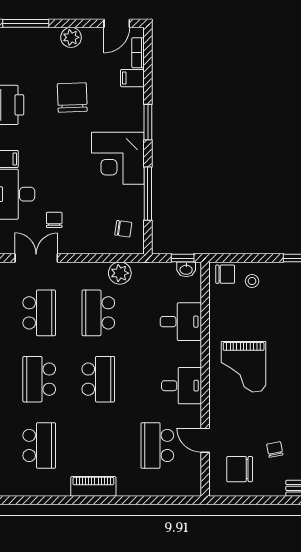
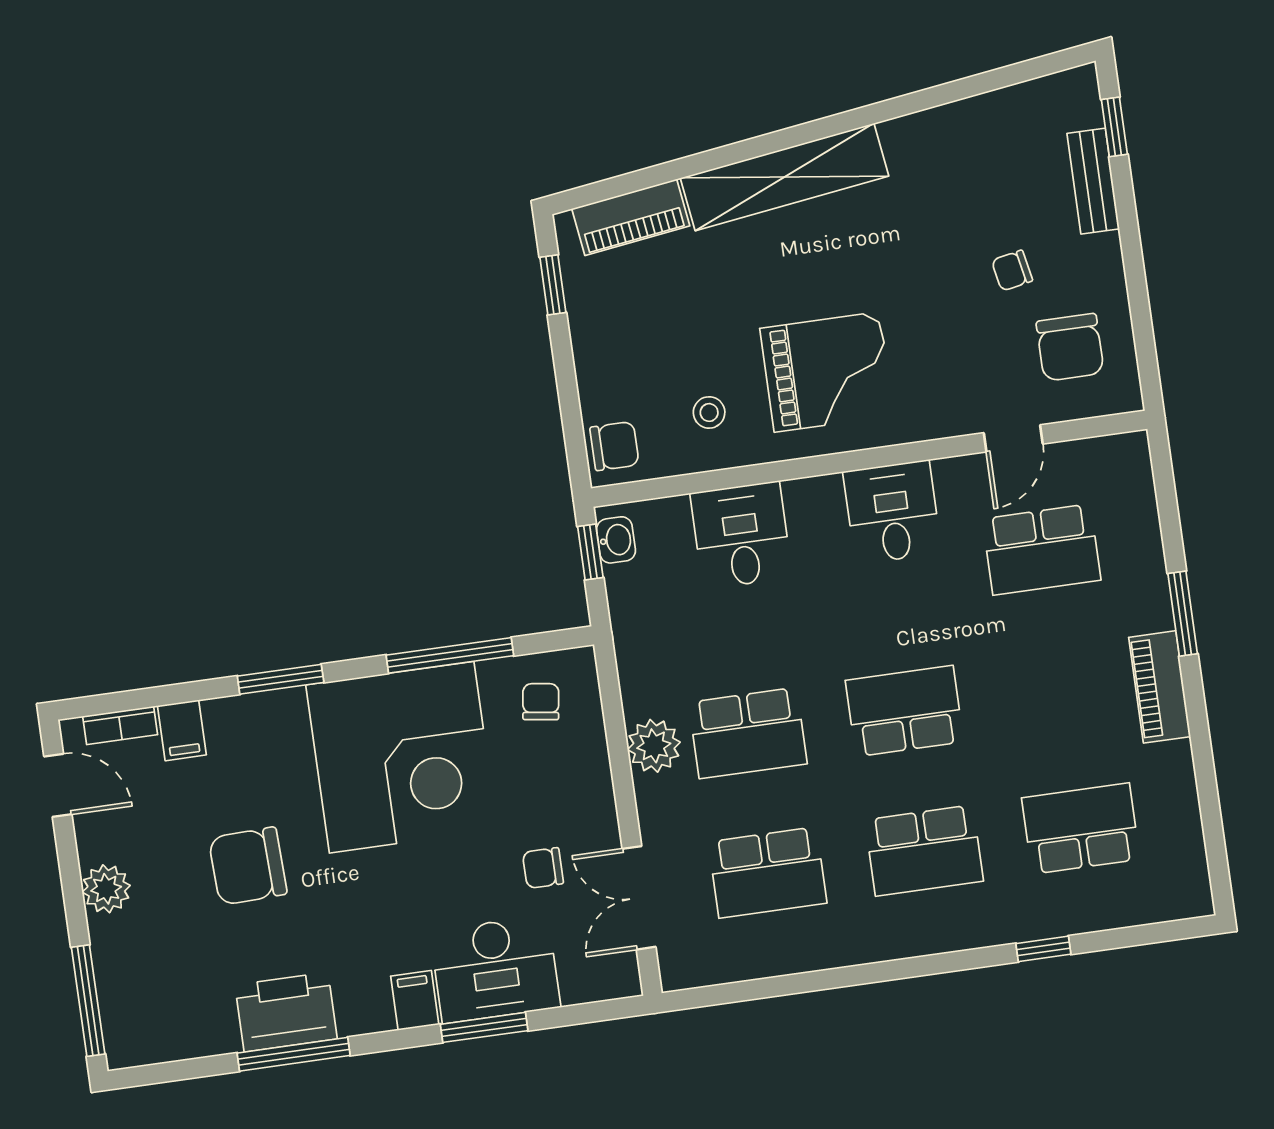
corner desk: (118, 158) -> (402, 757), width x1.36, depth x1.36
plant: (120, 273) -> (654, 746), moved
chair: (225, 274) -> (614, 446), turned 90
stool: (252, 281) -> (709, 412), moved
school desk: (39, 313) -> (768, 873), turned 180
window: (122, 500) -> (1183, 614), added

